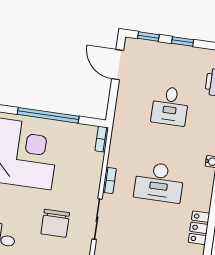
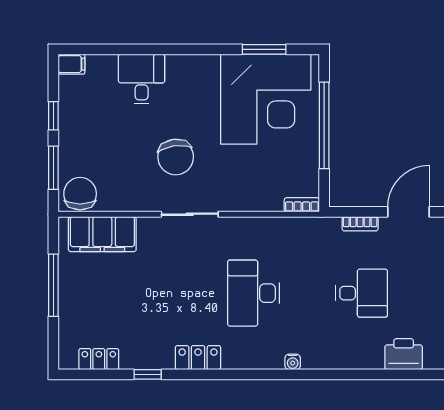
desk: (170, 106) -> (362, 293), turned 180
bookcase: (109, 180) -> (360, 224), moved
chair: (55, 223) -> (176, 157), turned -98

